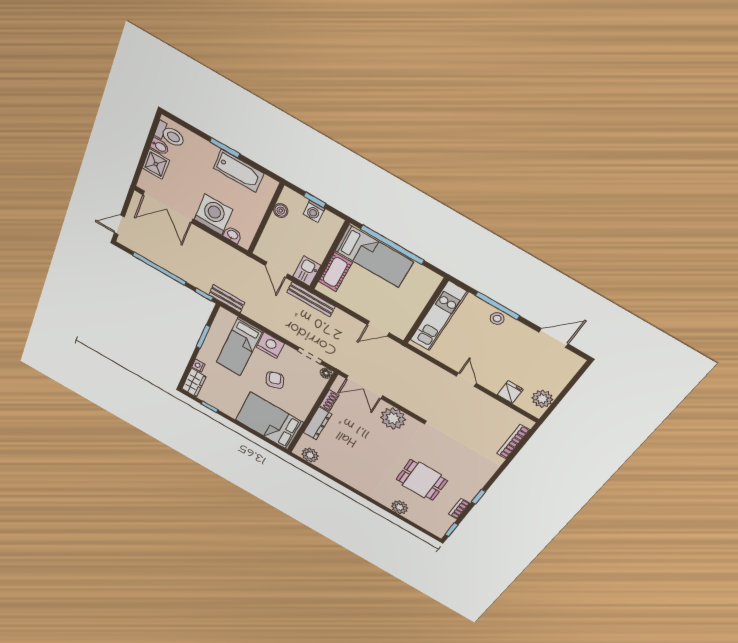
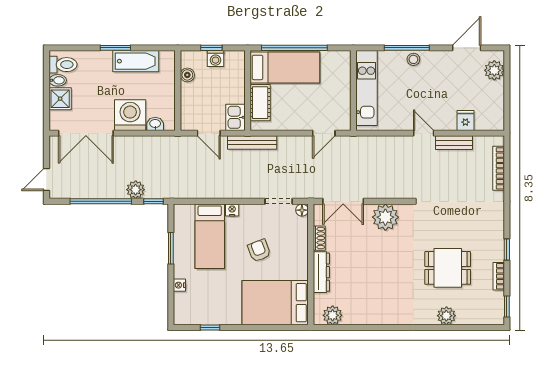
plant: (193, 277) -> (136, 190), added
bench: (227, 299) -> (454, 143), moved
nightstand: (270, 345) -> (232, 210), width x0.53, depth x0.56
wardrobe: (194, 383) -> (183, 309), removed
plant: (542, 399) -> (494, 70), moved

